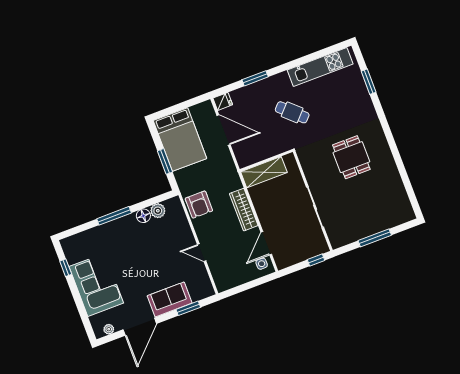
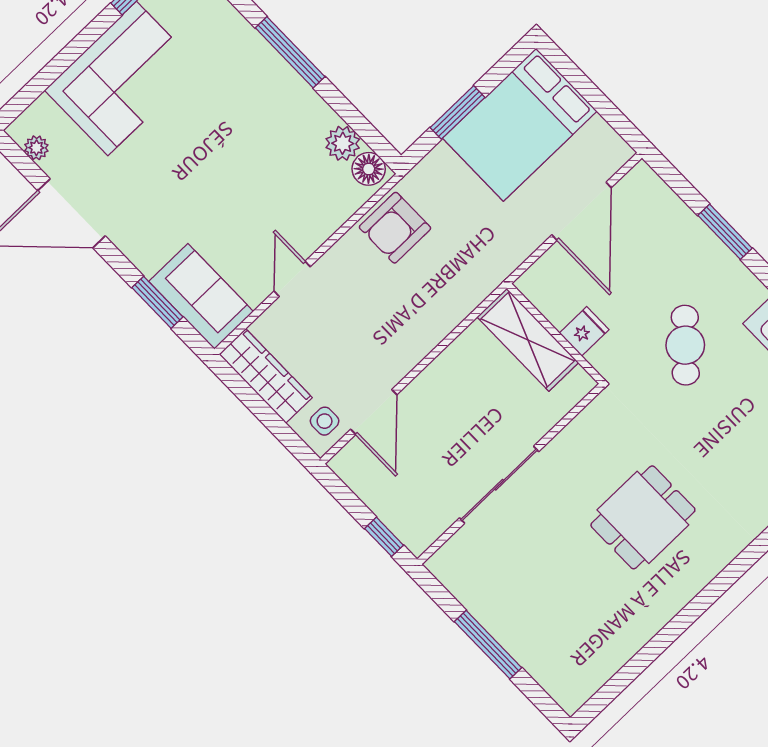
fridge: (223, 101) -> (584, 331), moved, turned -90
wardrobe: (244, 210) -> (266, 376), moved, turned 90
floor lamp: (143, 216) -> (369, 169), moved
door: (266, 243) -> (374, 412), swing flipped
sofa: (170, 299) -> (201, 296), moved

